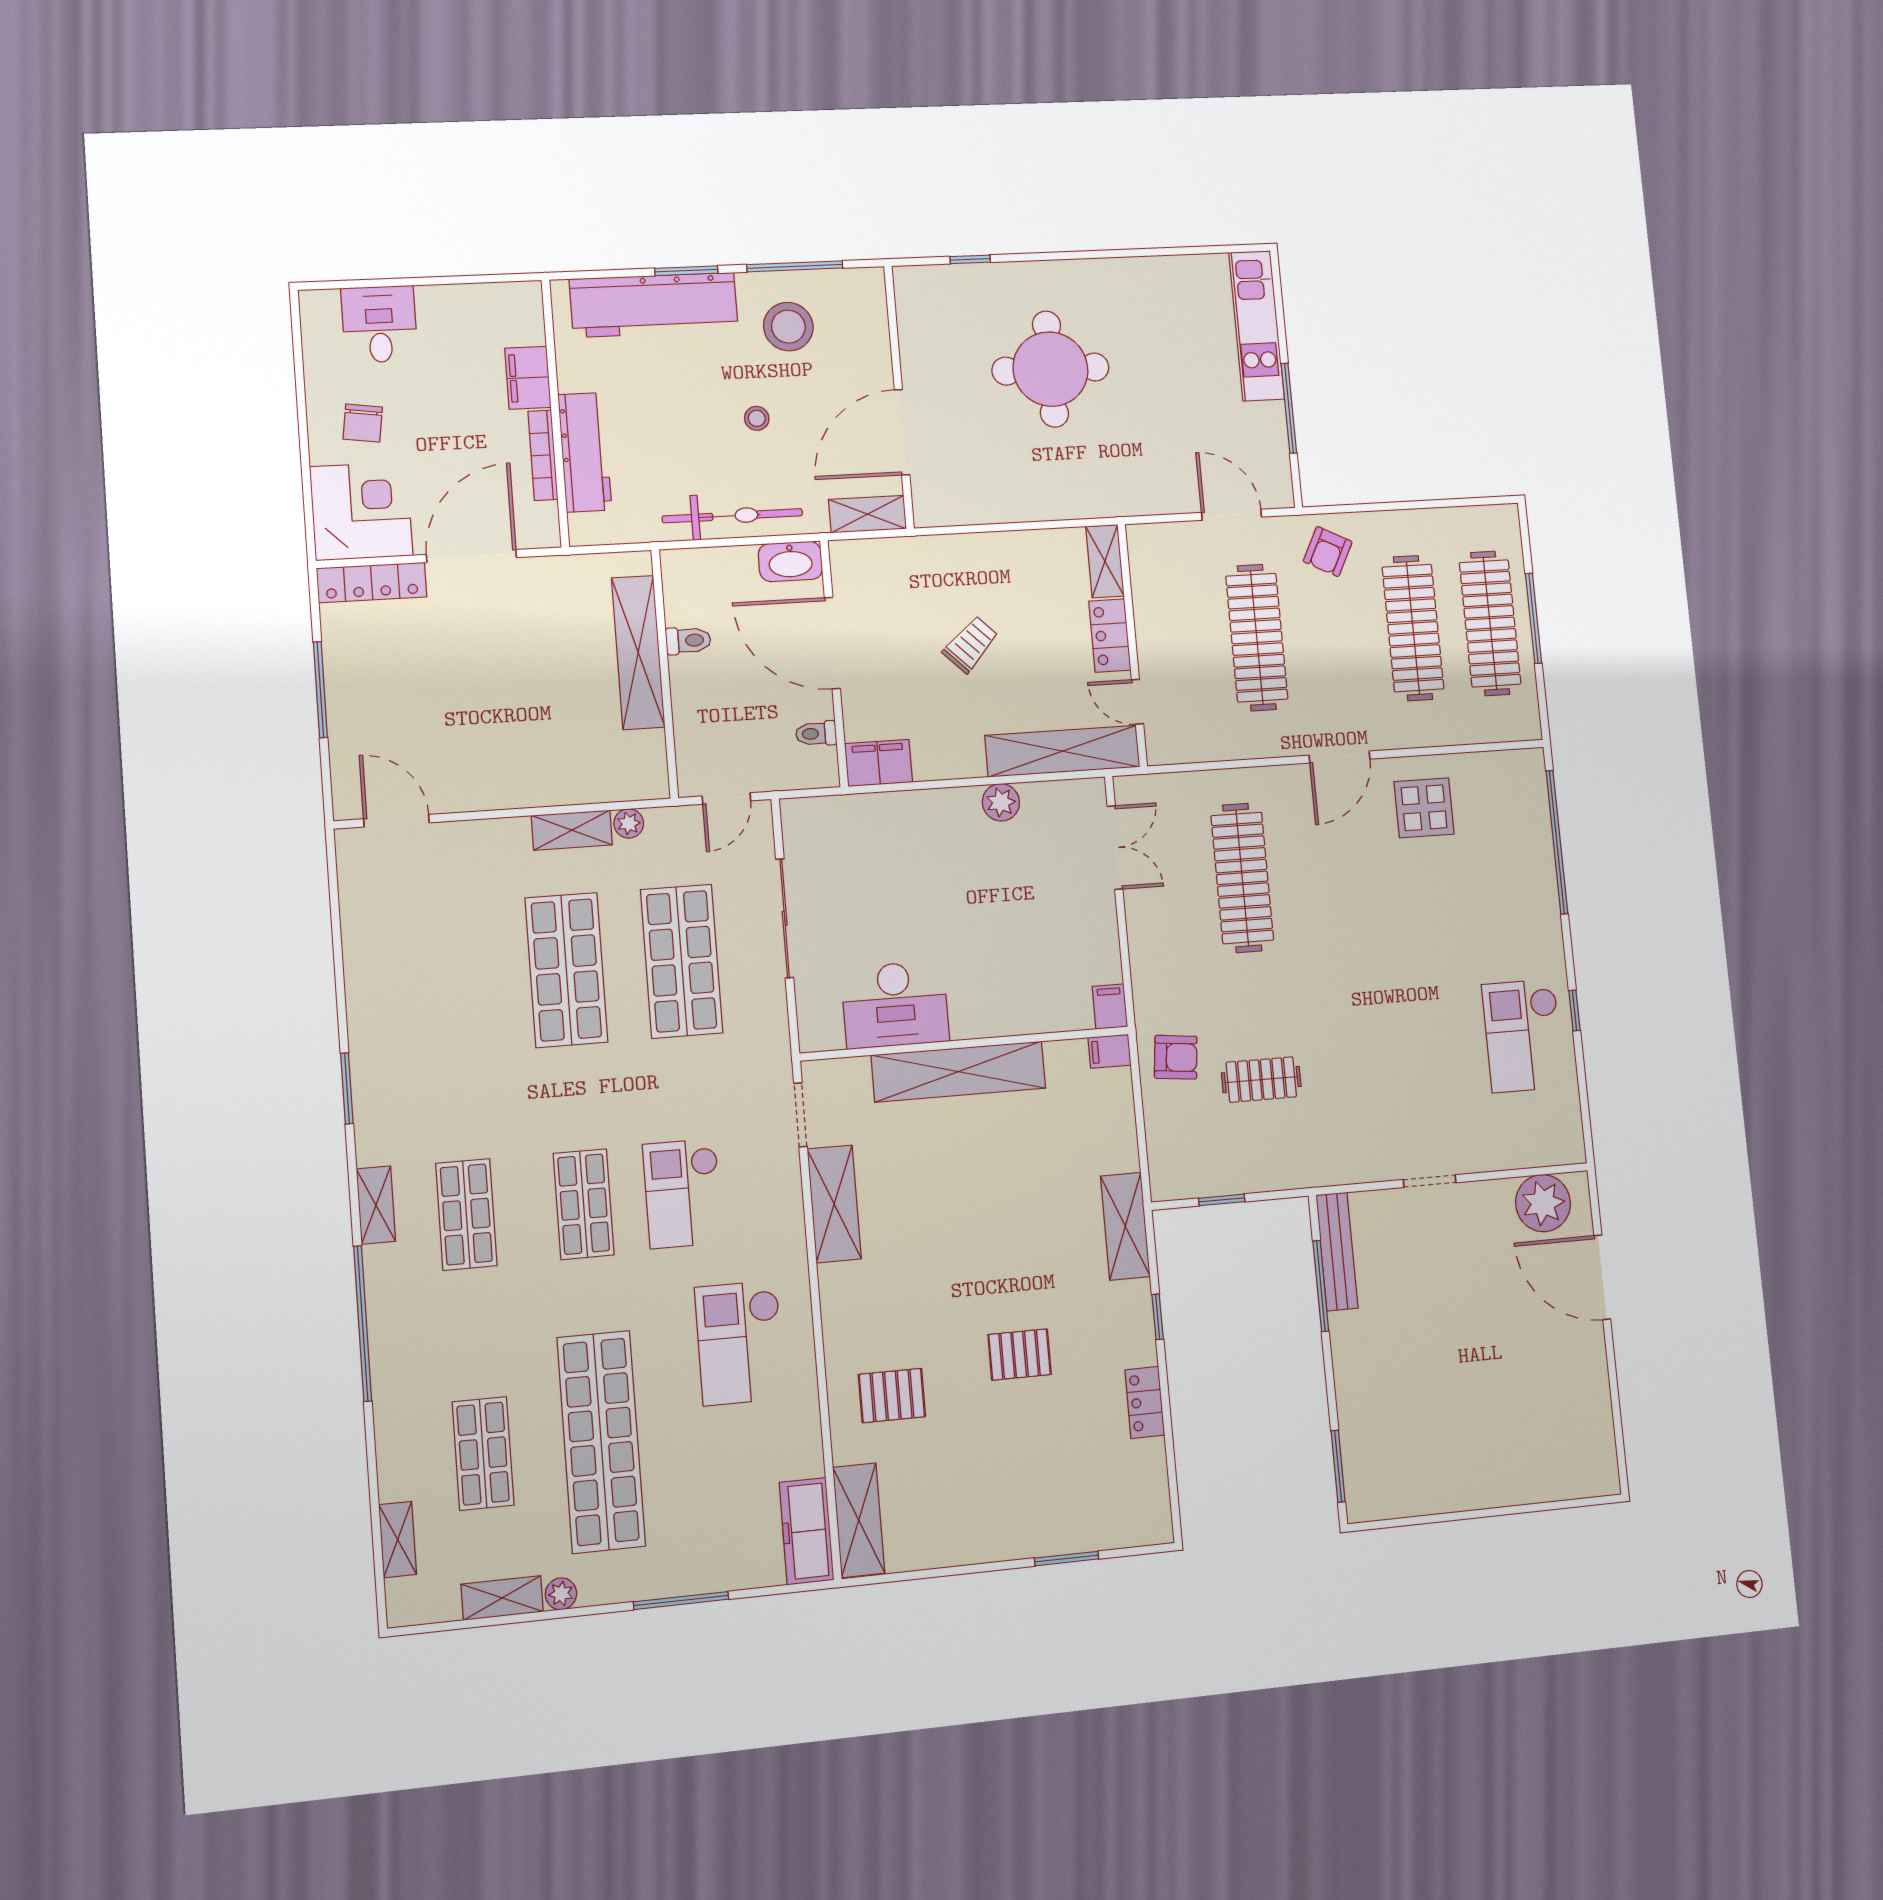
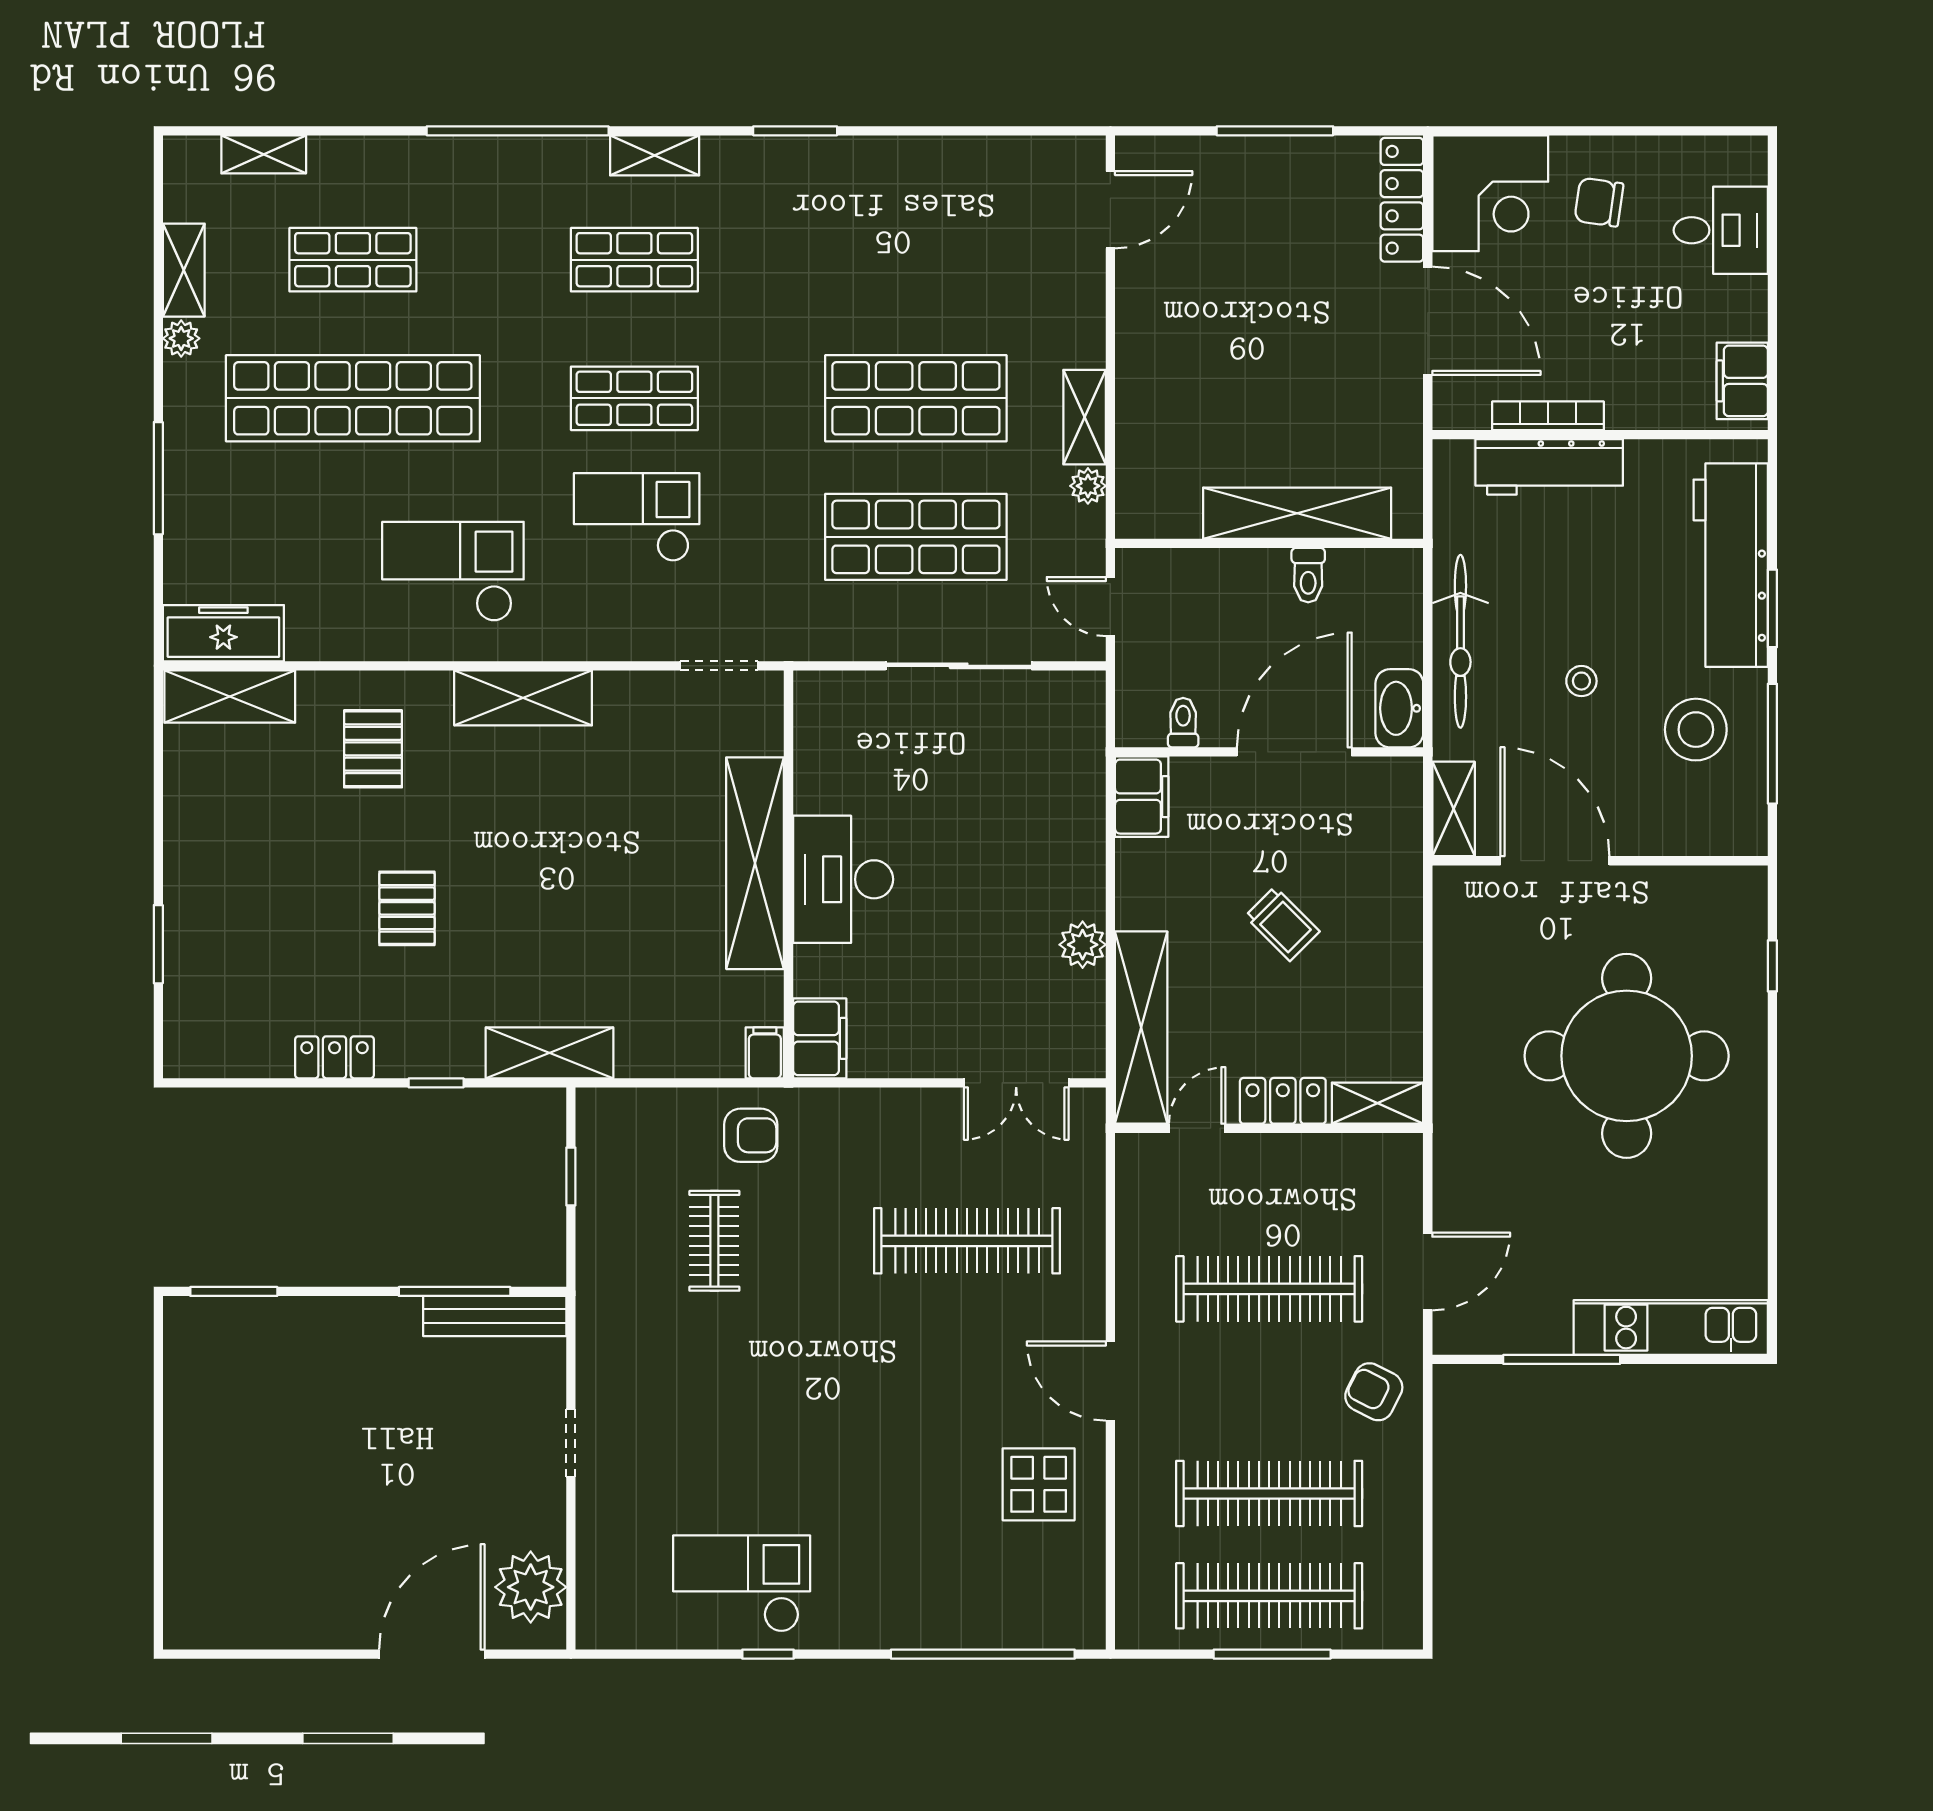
round table: (1050, 369) -> (1627, 1056), width x1.36, depth x1.36
filing cabinet: (528, 378) -> (1742, 381), moved, turned -90
desk: (895, 1005) -> (843, 879), moved
filing cabinet: (1110, 1007) -> (820, 1038), width x2.00
armchair: (1176, 1057) -> (751, 1135), turned -96
shelving: (834, 1204) -> (523, 698), moved

